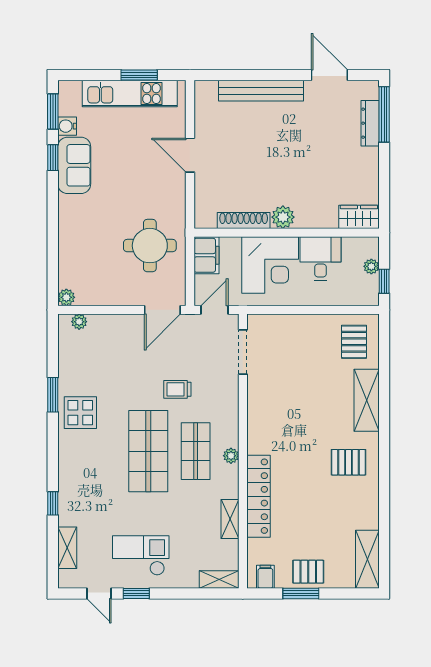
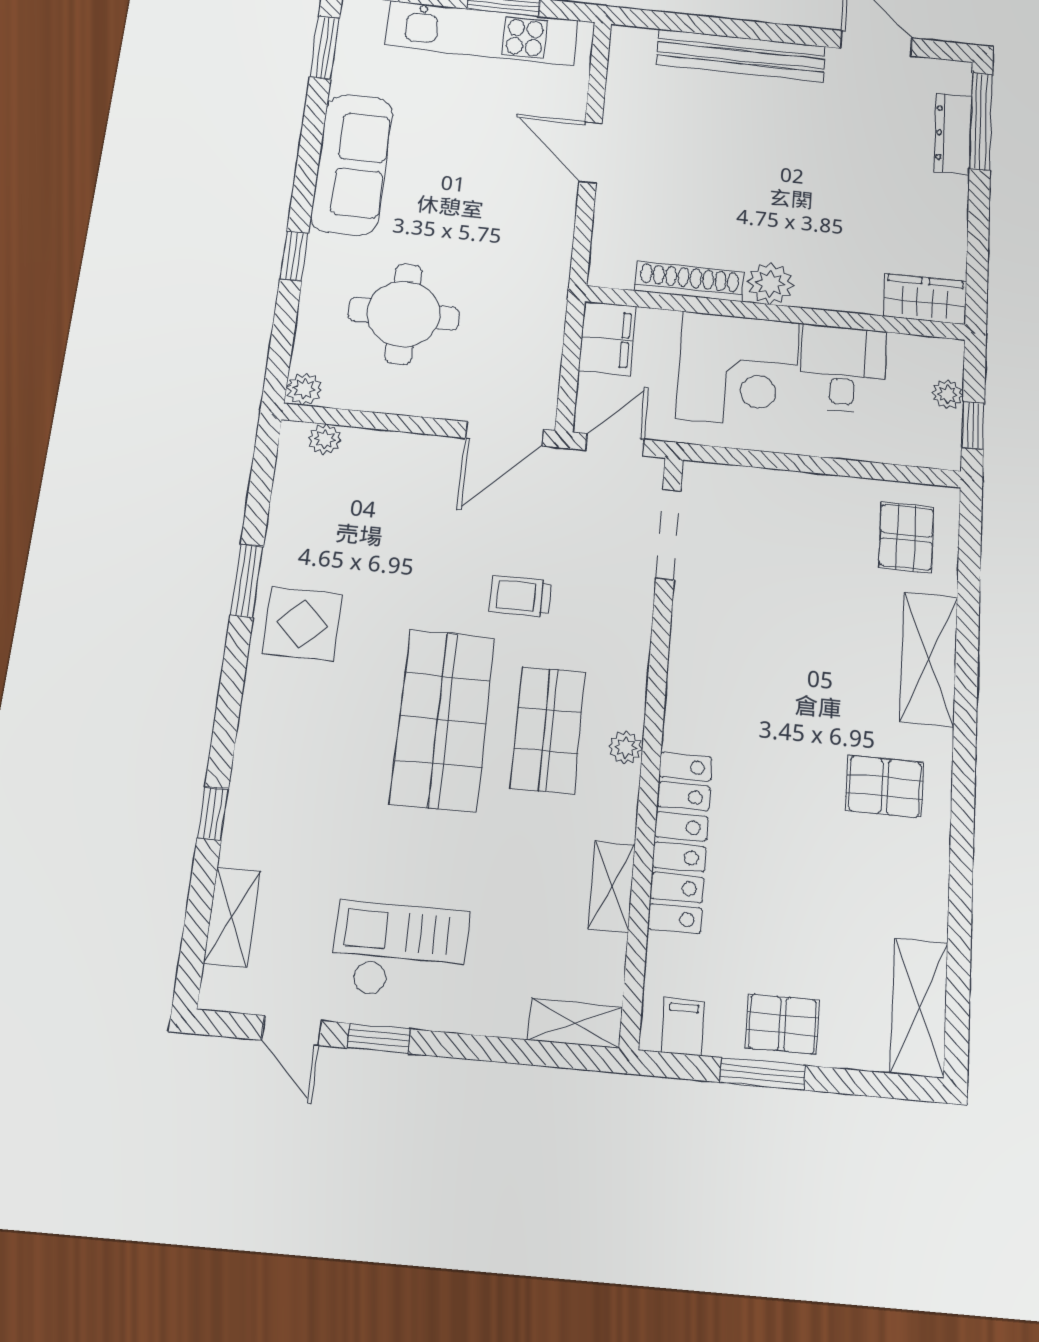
water cooler: (67, 126) -> (350, 76), removed
window: (53, 158) -> (294, 256), moved
sofa: (74, 165) -> (352, 164), width x1.36
round table: (150, 246) -> (404, 314), moved

